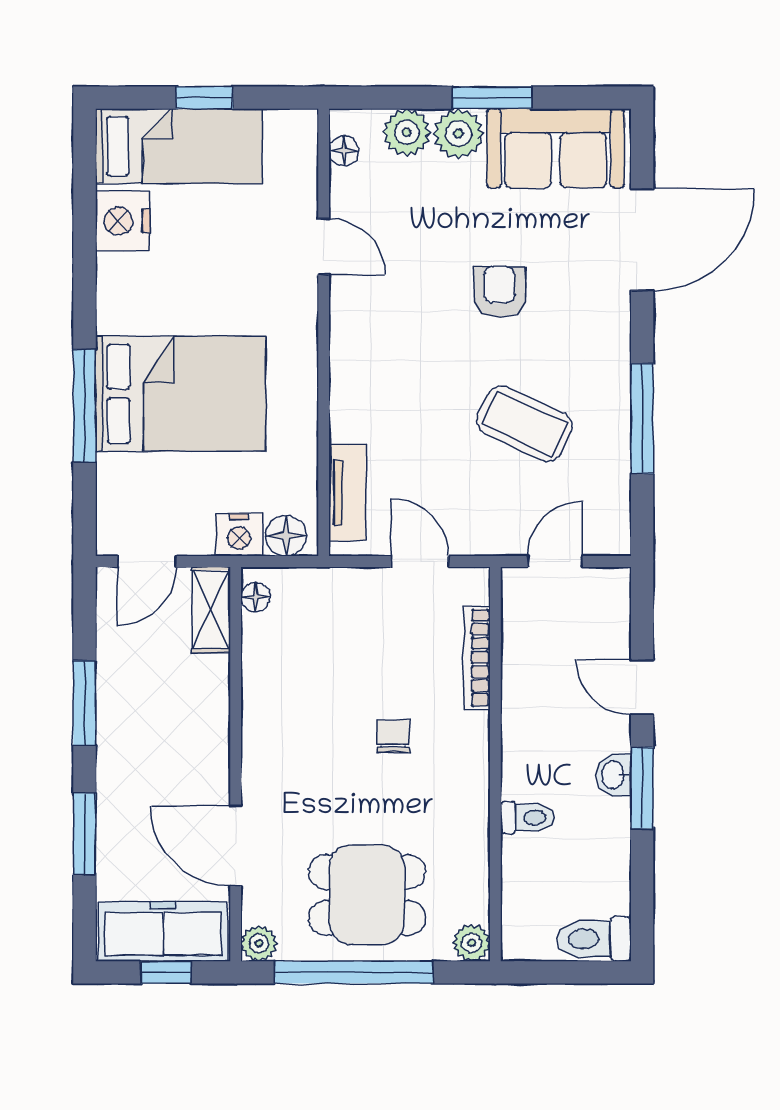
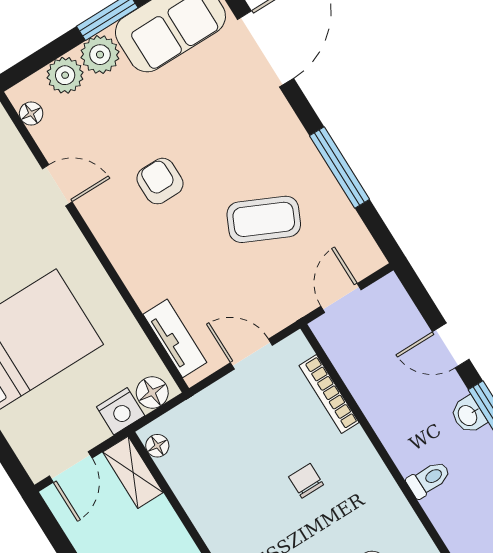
armchair: (500, 292) -> (160, 181), moved

